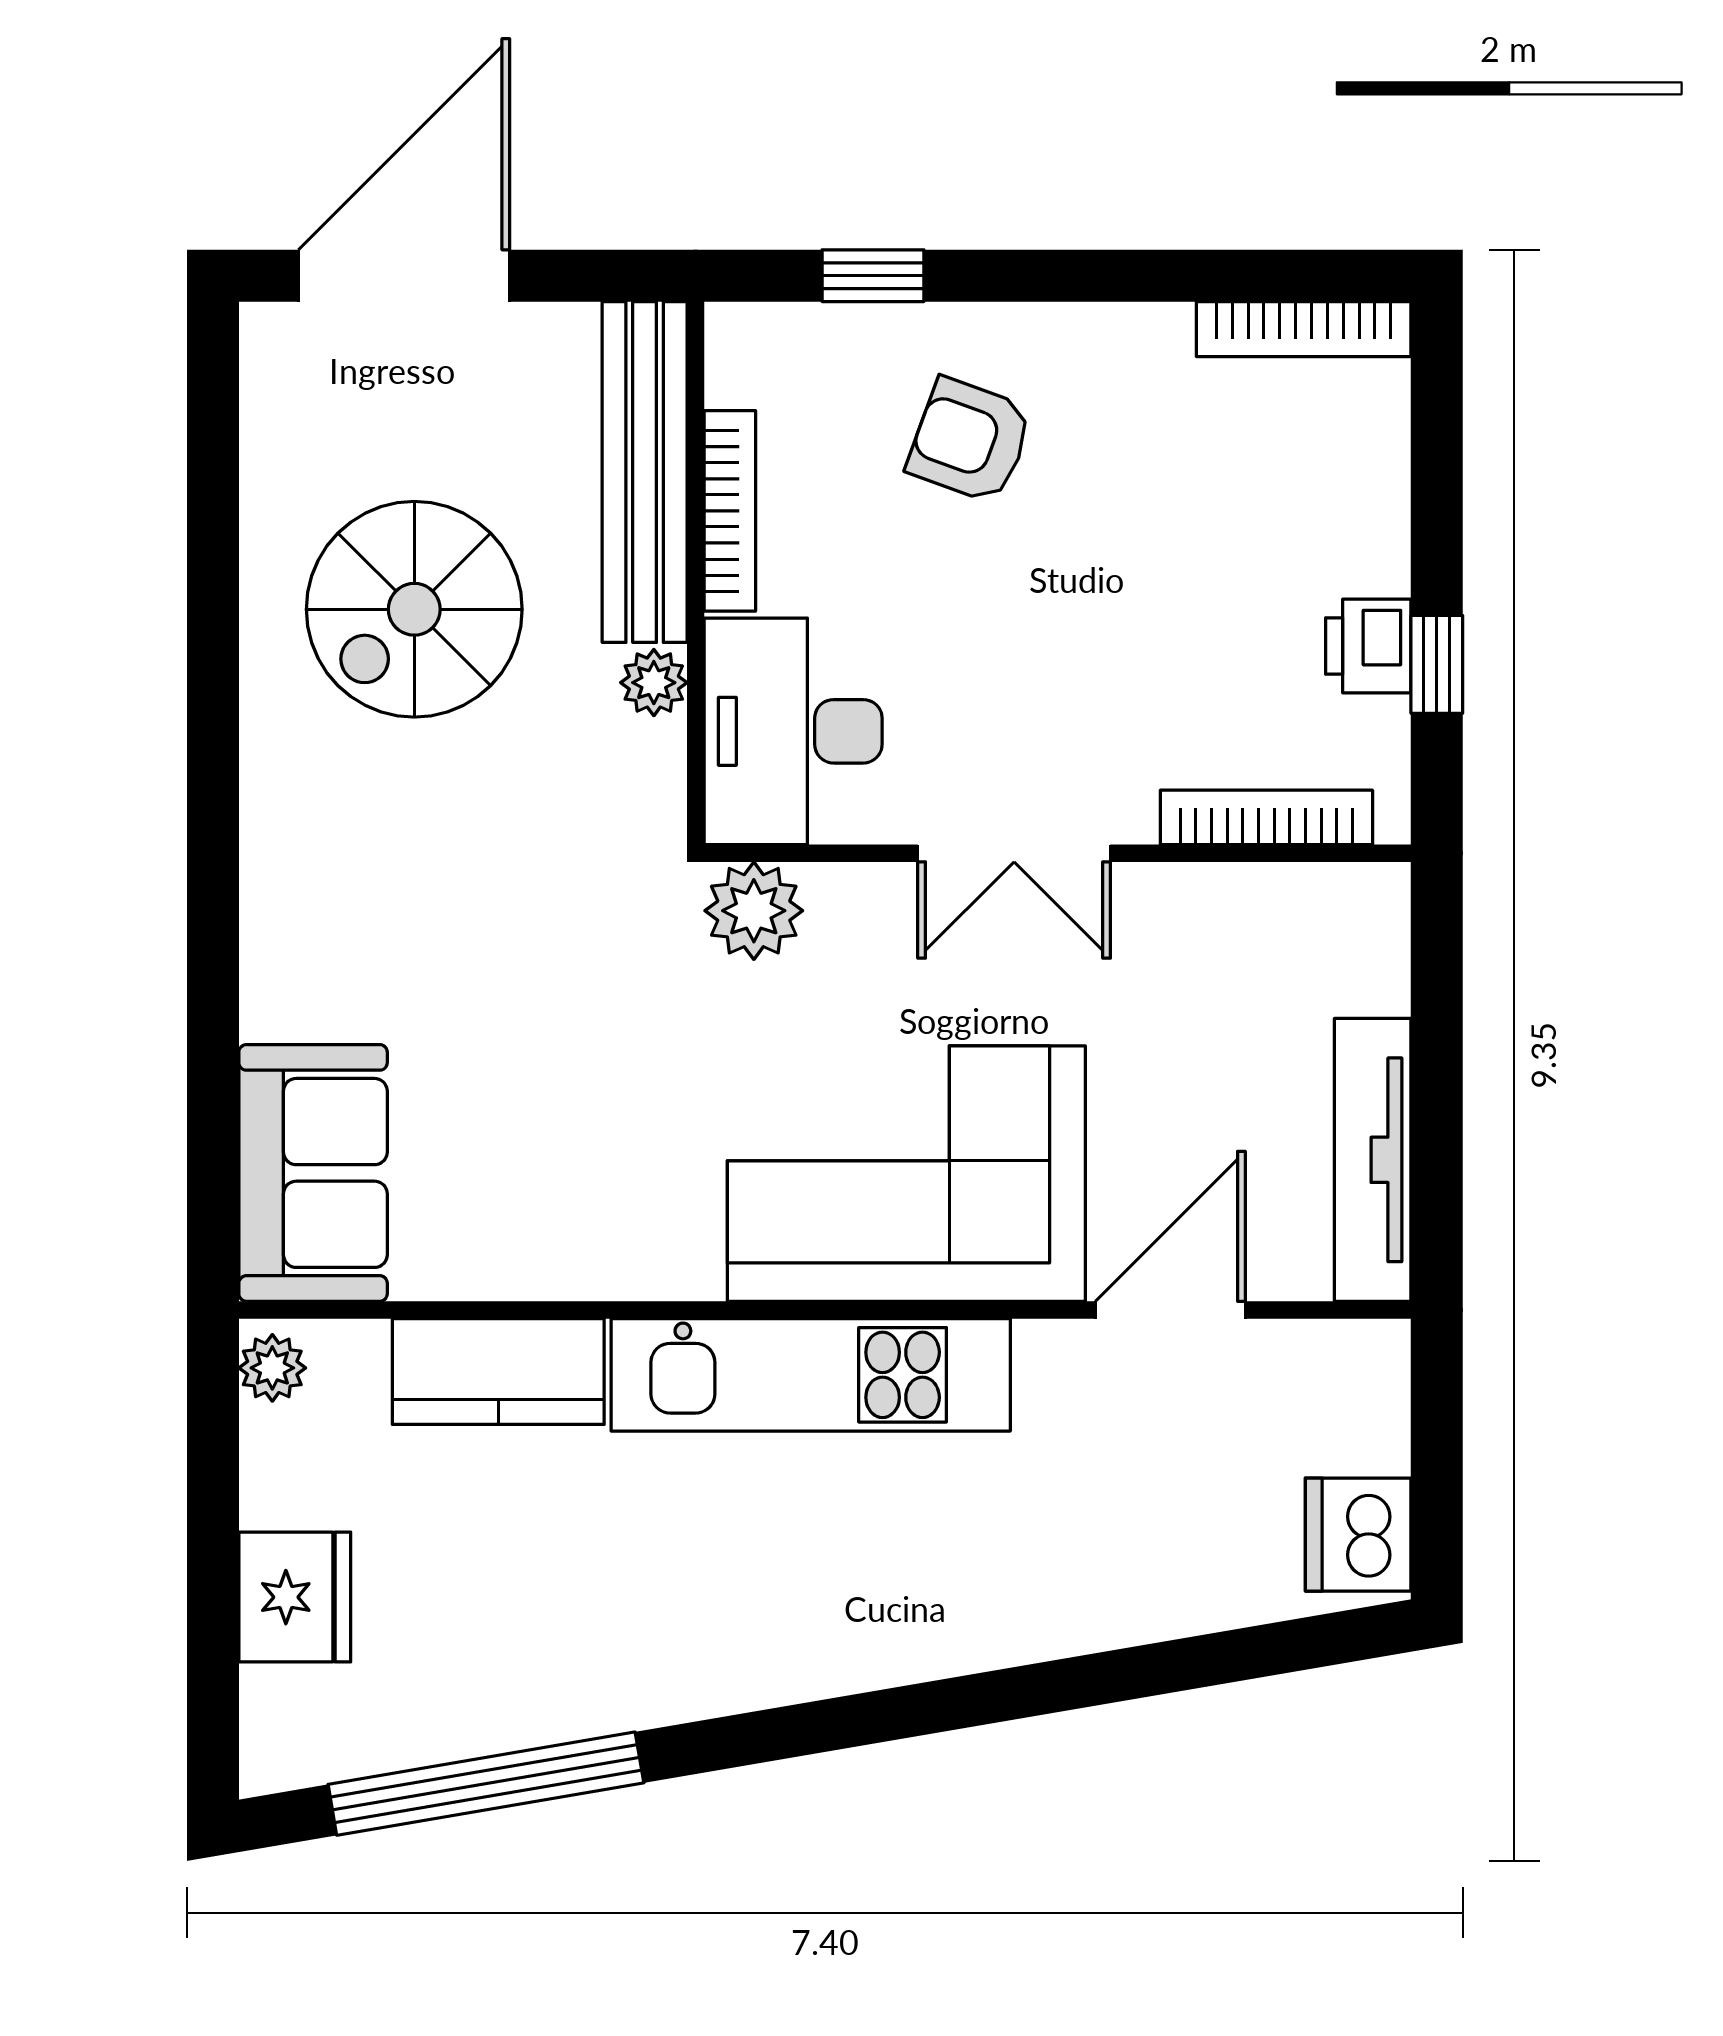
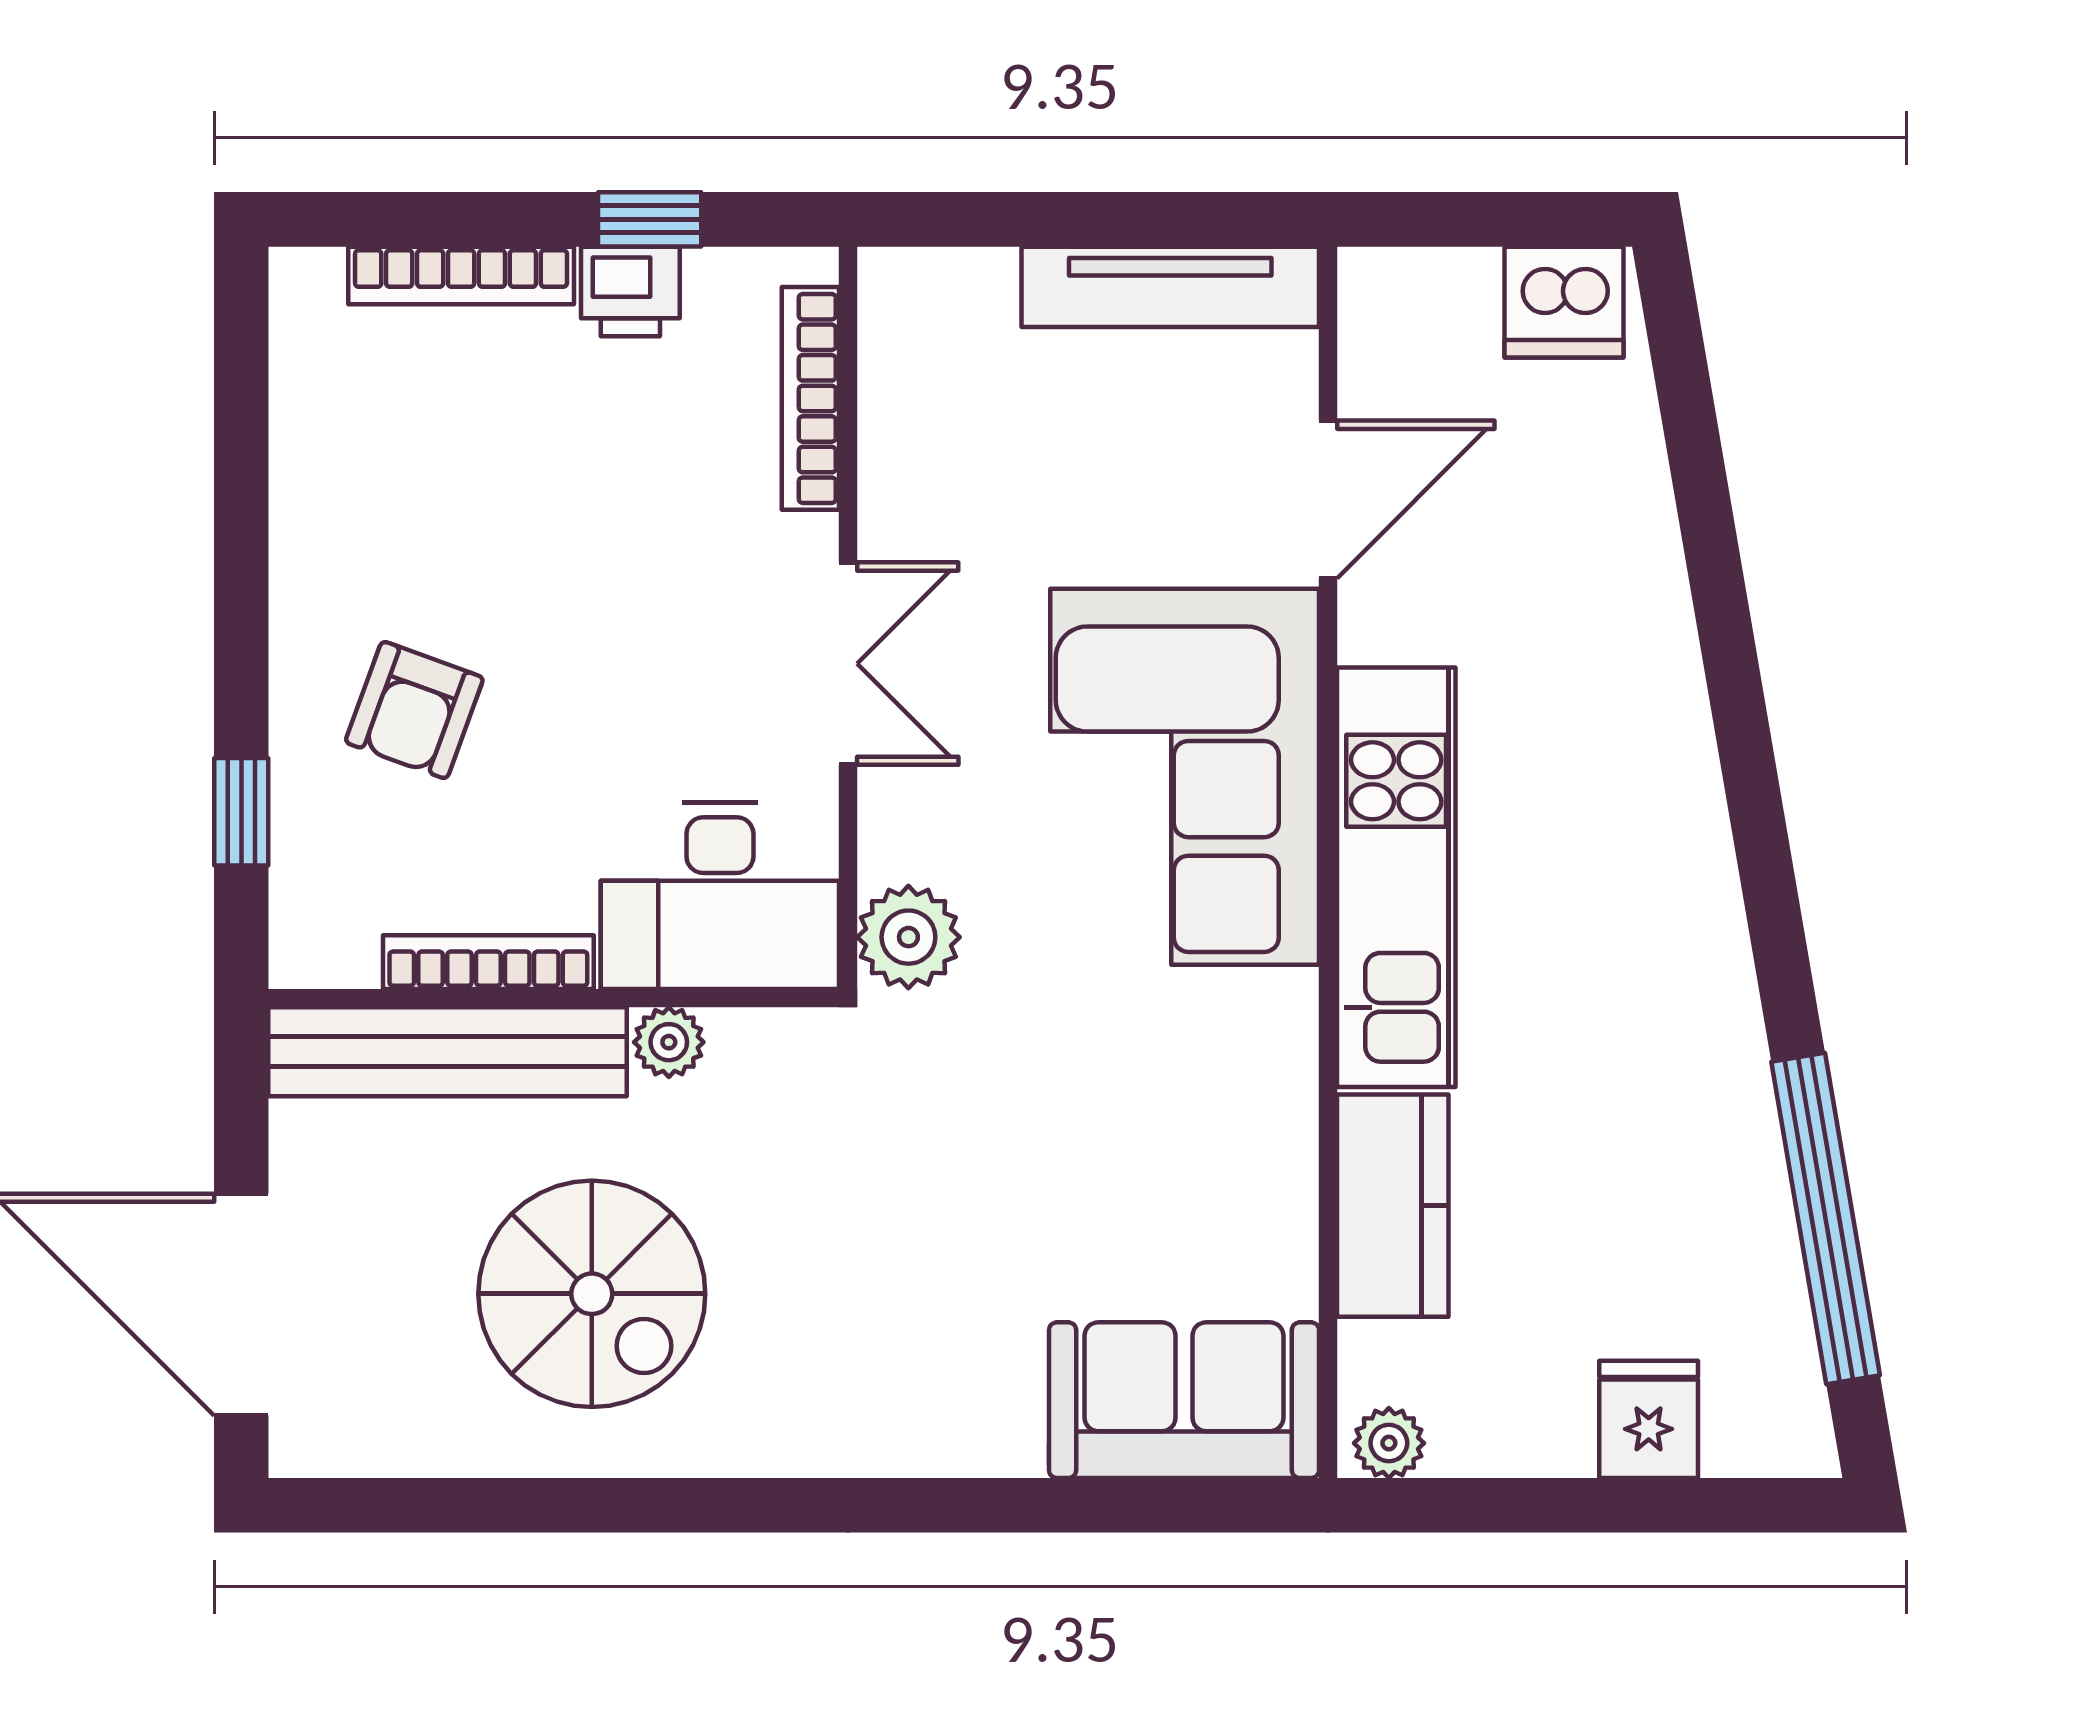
bookcase: (1304, 329) -> (461, 275), moved, turned 90
door: (1170, 1310) -> (1328, 499), swing flipped
fridge: (295, 1597) -> (1649, 1419), width x0.72

